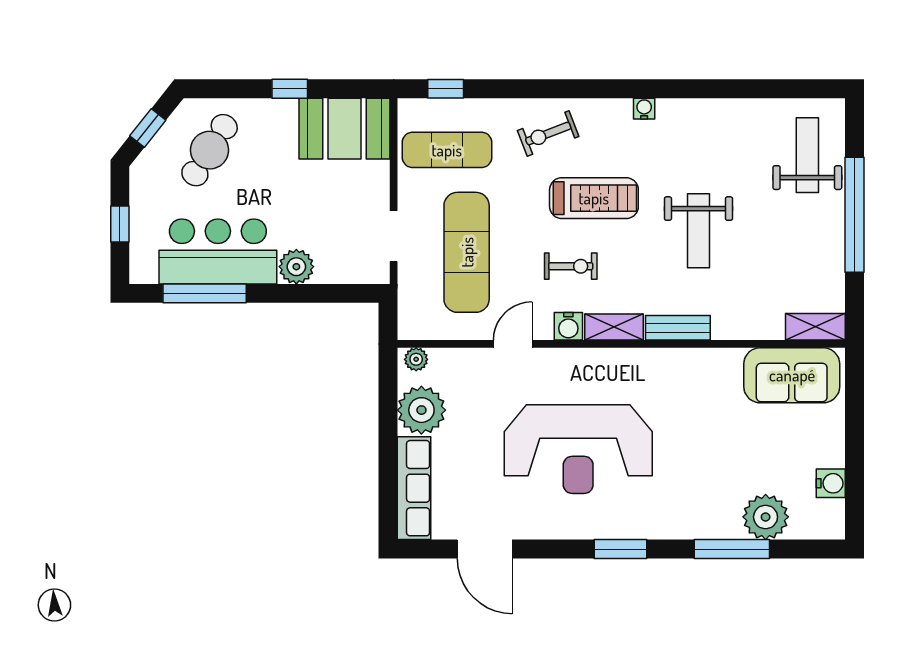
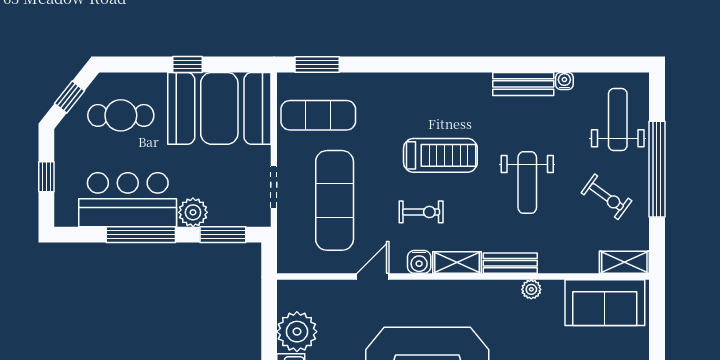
window: (446, 89) -> (317, 65), width x1.50
water cooler: (644, 109) -> (564, 81), moved
bench: (694, 112) -> (523, 84), added
booth: (344, 129) -> (219, 108), width x1.36, depth x1.42
exercise bike: (548, 134) -> (606, 197), moved, turned -123
cafe table: (210, 150) -> (121, 115), turned 58
window: (205, 293) -> (141, 235), moved
window: (332, 293) -> (223, 235), added
plant: (416, 359) -> (531, 289), moved

